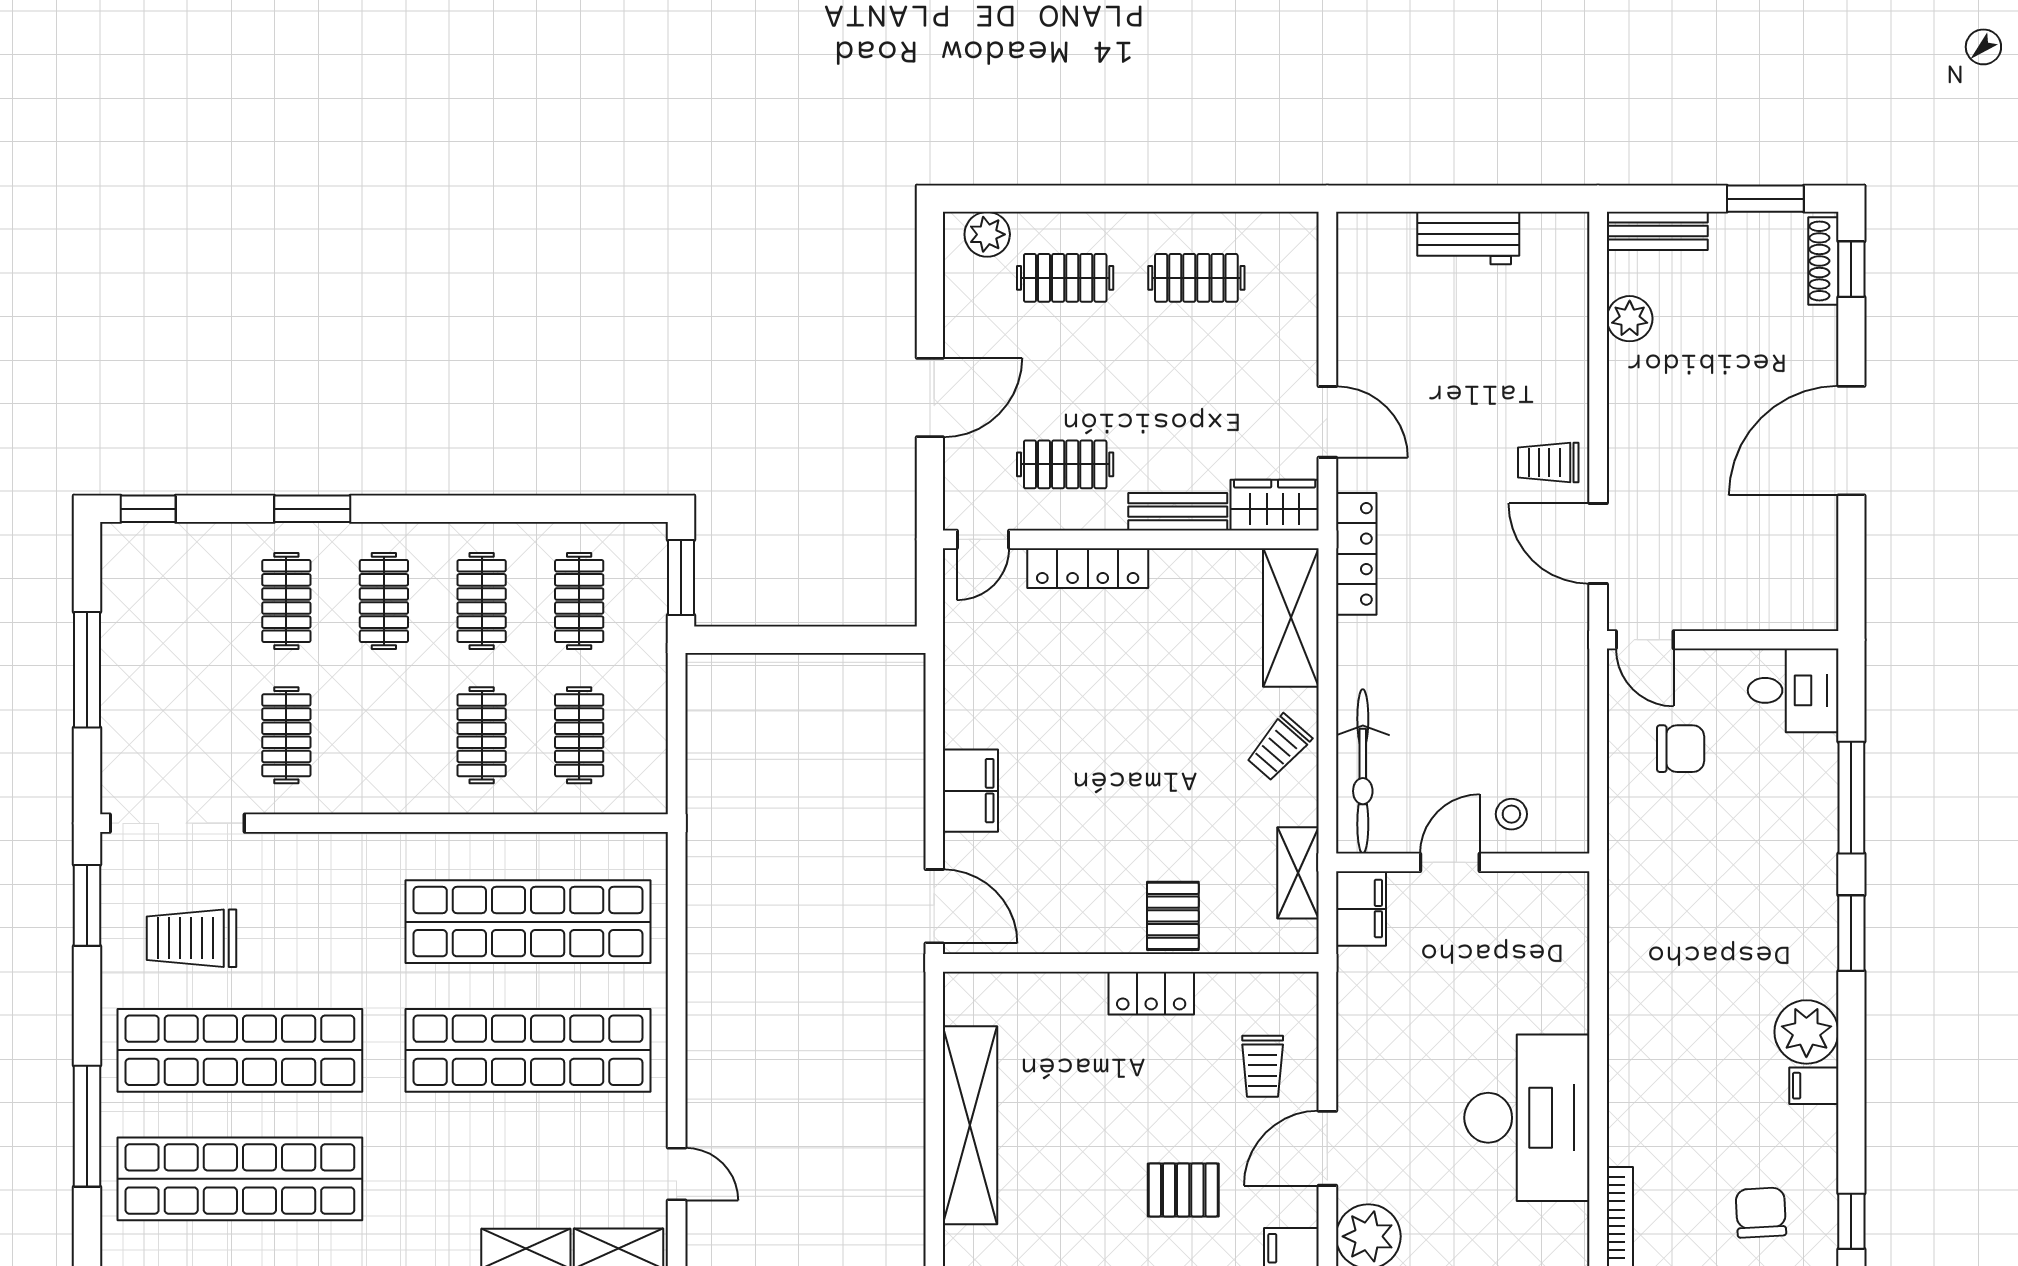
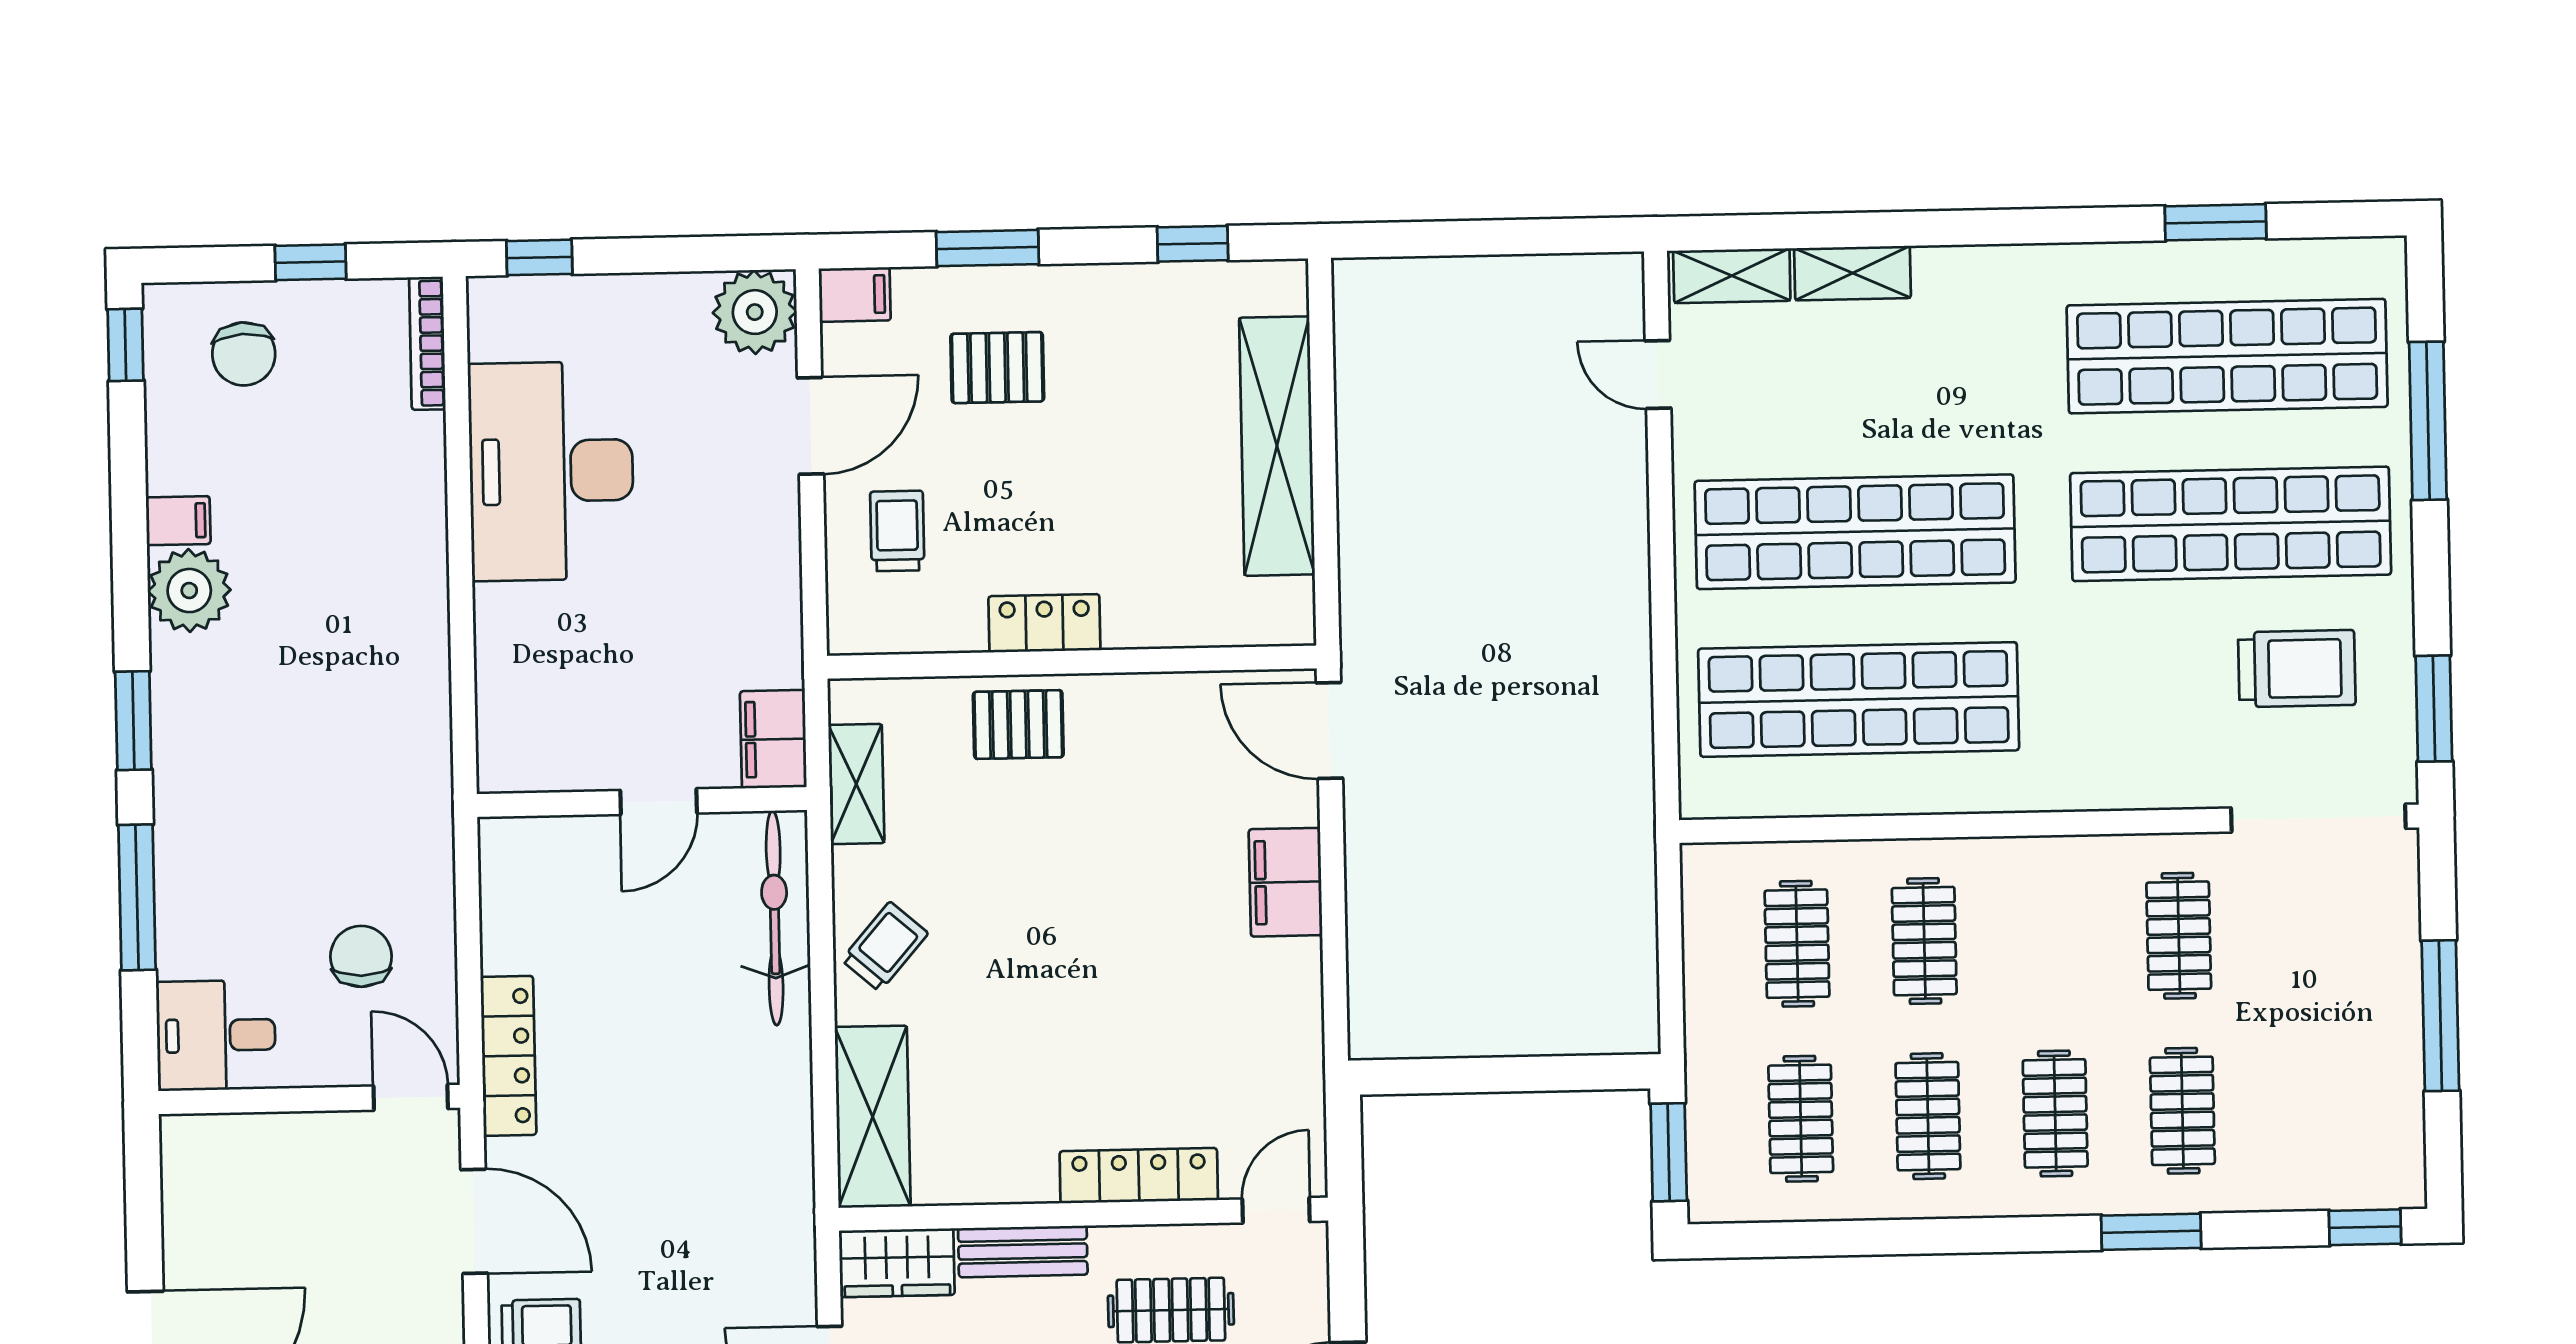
locker: (1356, 554) -> (508, 1056), moved, turned 180
chair: (1681, 749) -> (361, 956), turned 90
stool: (1511, 814) -> (580, 866), removed
pallet: (1173, 916) -> (1018, 725), turned 90

